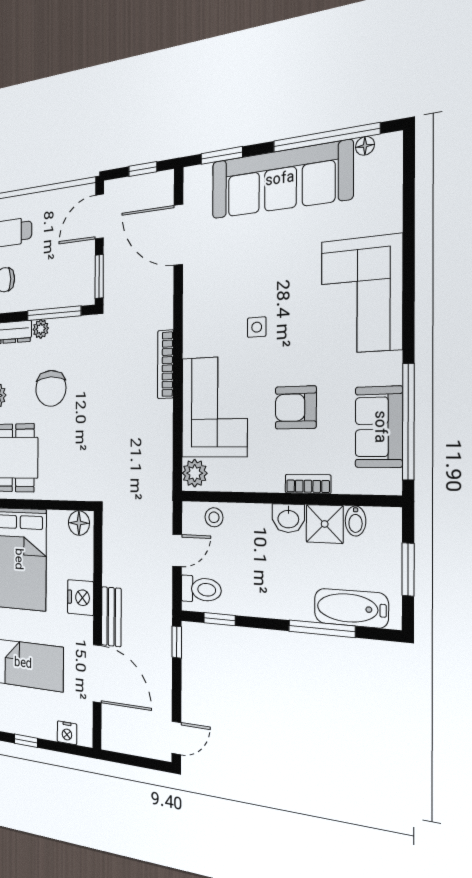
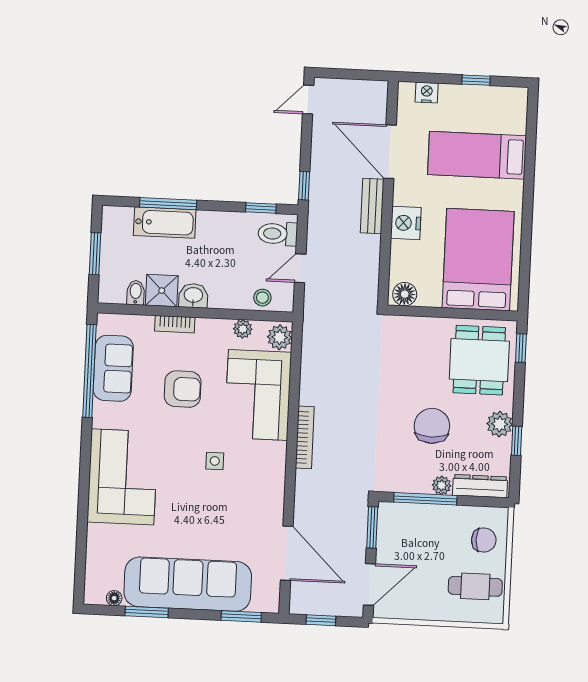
window: (326, 138) -> (147, 612), width x0.47
plant: (233, 481) -> (243, 329), added
bathtub: (351, 608) -> (165, 223), moved

